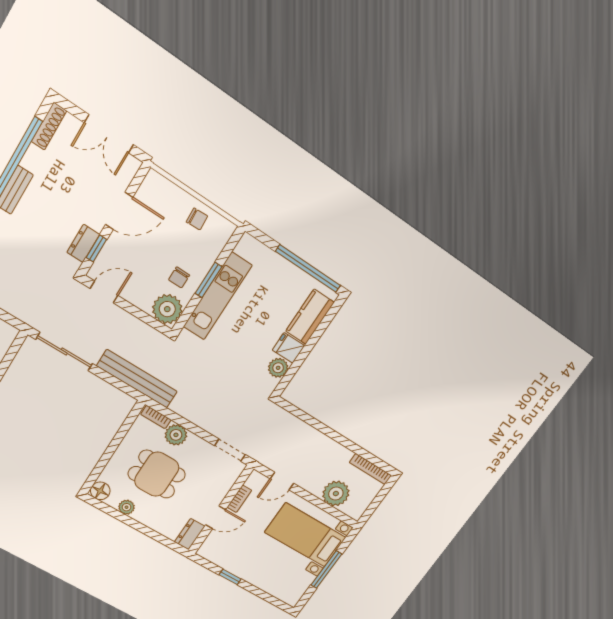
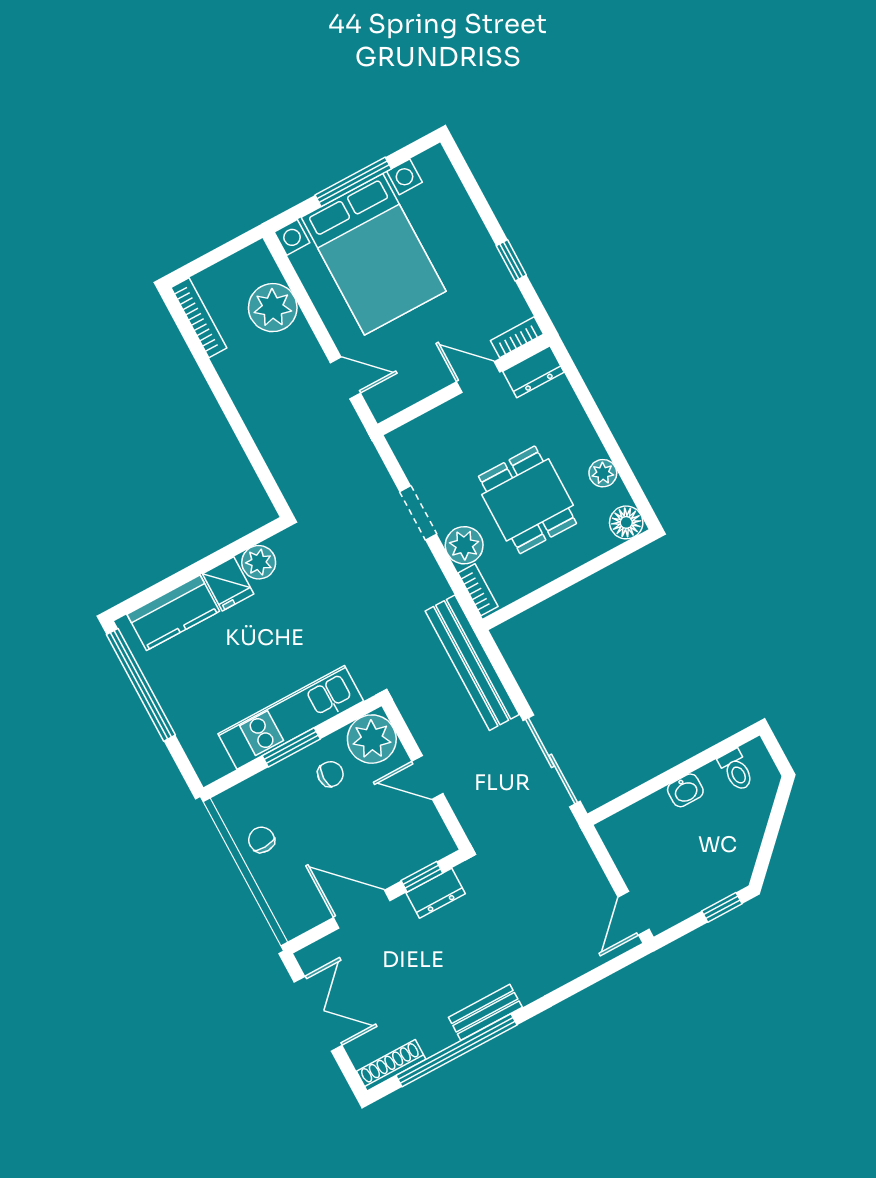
door: (104, 292) -> (427, 777), moved
doorway: (230, 450) -> (418, 513), moved
bookcase: (239, 499) -> (517, 337), moved
bed with nightstands: (305, 535) -> (374, 254), width x1.36

